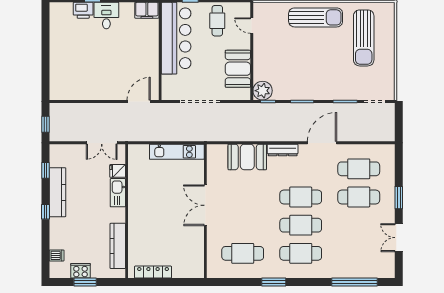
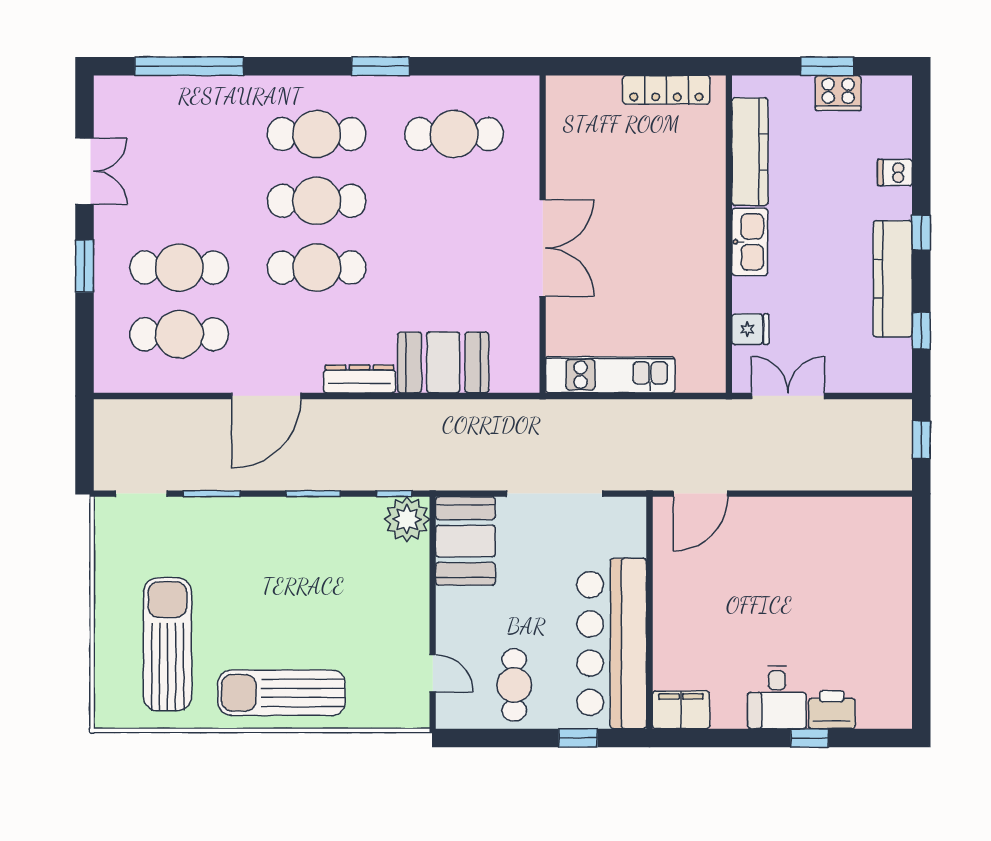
booth: (238, 69) -> (465, 541), moved
kitchen sink: (118, 193) -> (750, 242), moved
dishwasher: (57, 255) -> (895, 172), moved

